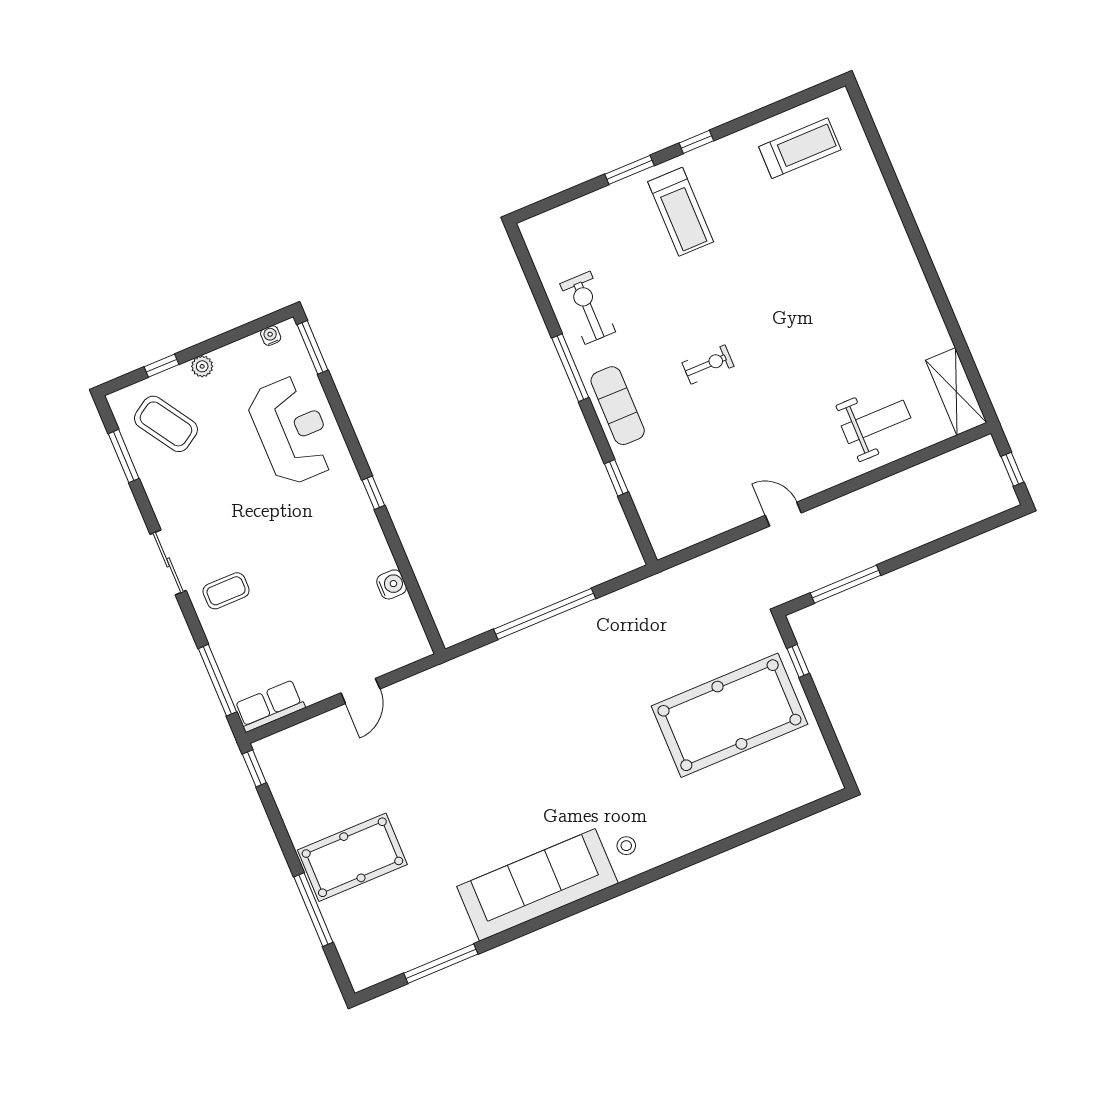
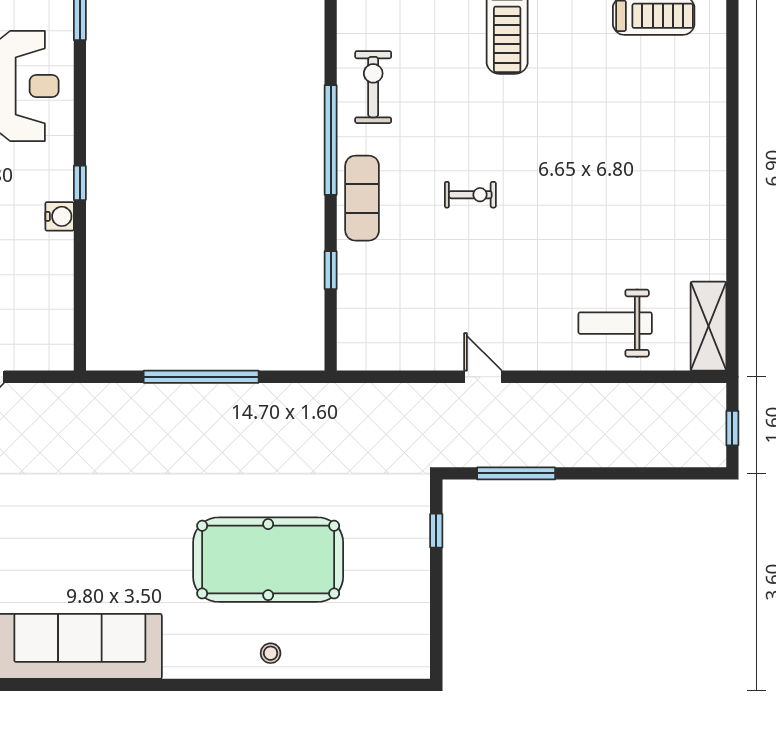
window: (570, 368) -> (331, 140), width x1.46
weight bench: (876, 422) -> (615, 323), turned 180
water cooler: (391, 584) -> (60, 216), moved
pool table: (729, 715) -> (268, 560), moved
stool: (626, 846) -> (271, 653), moved

